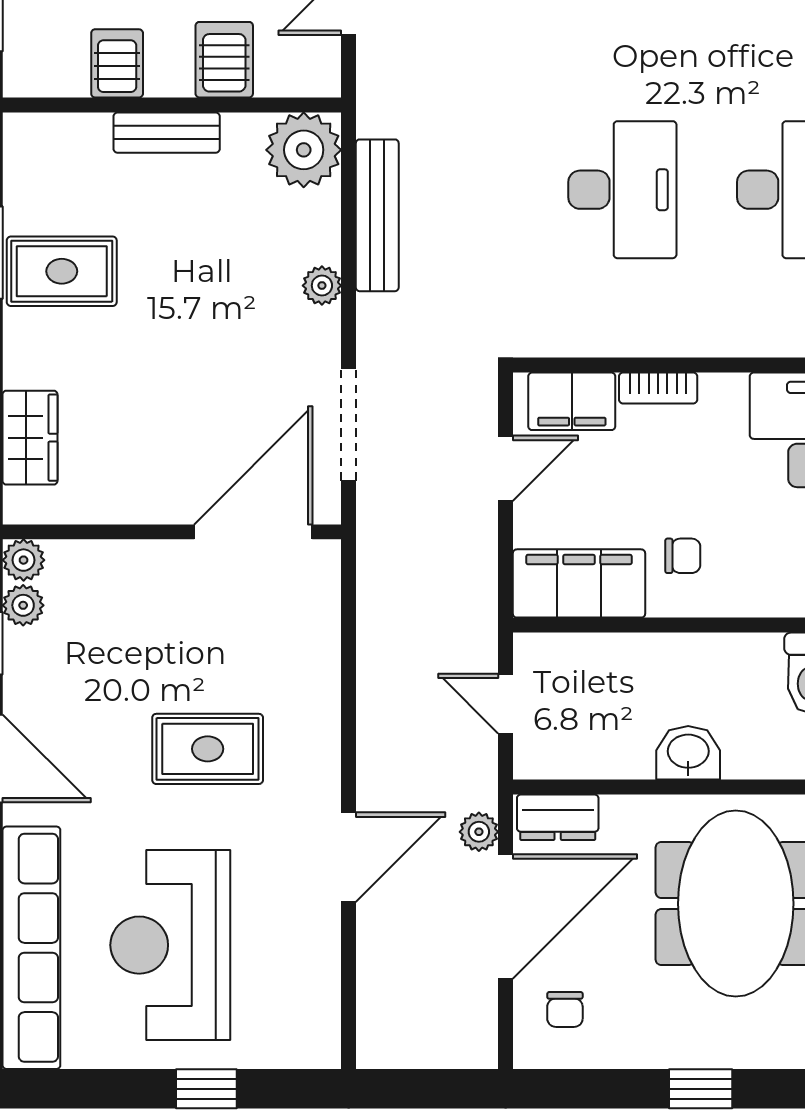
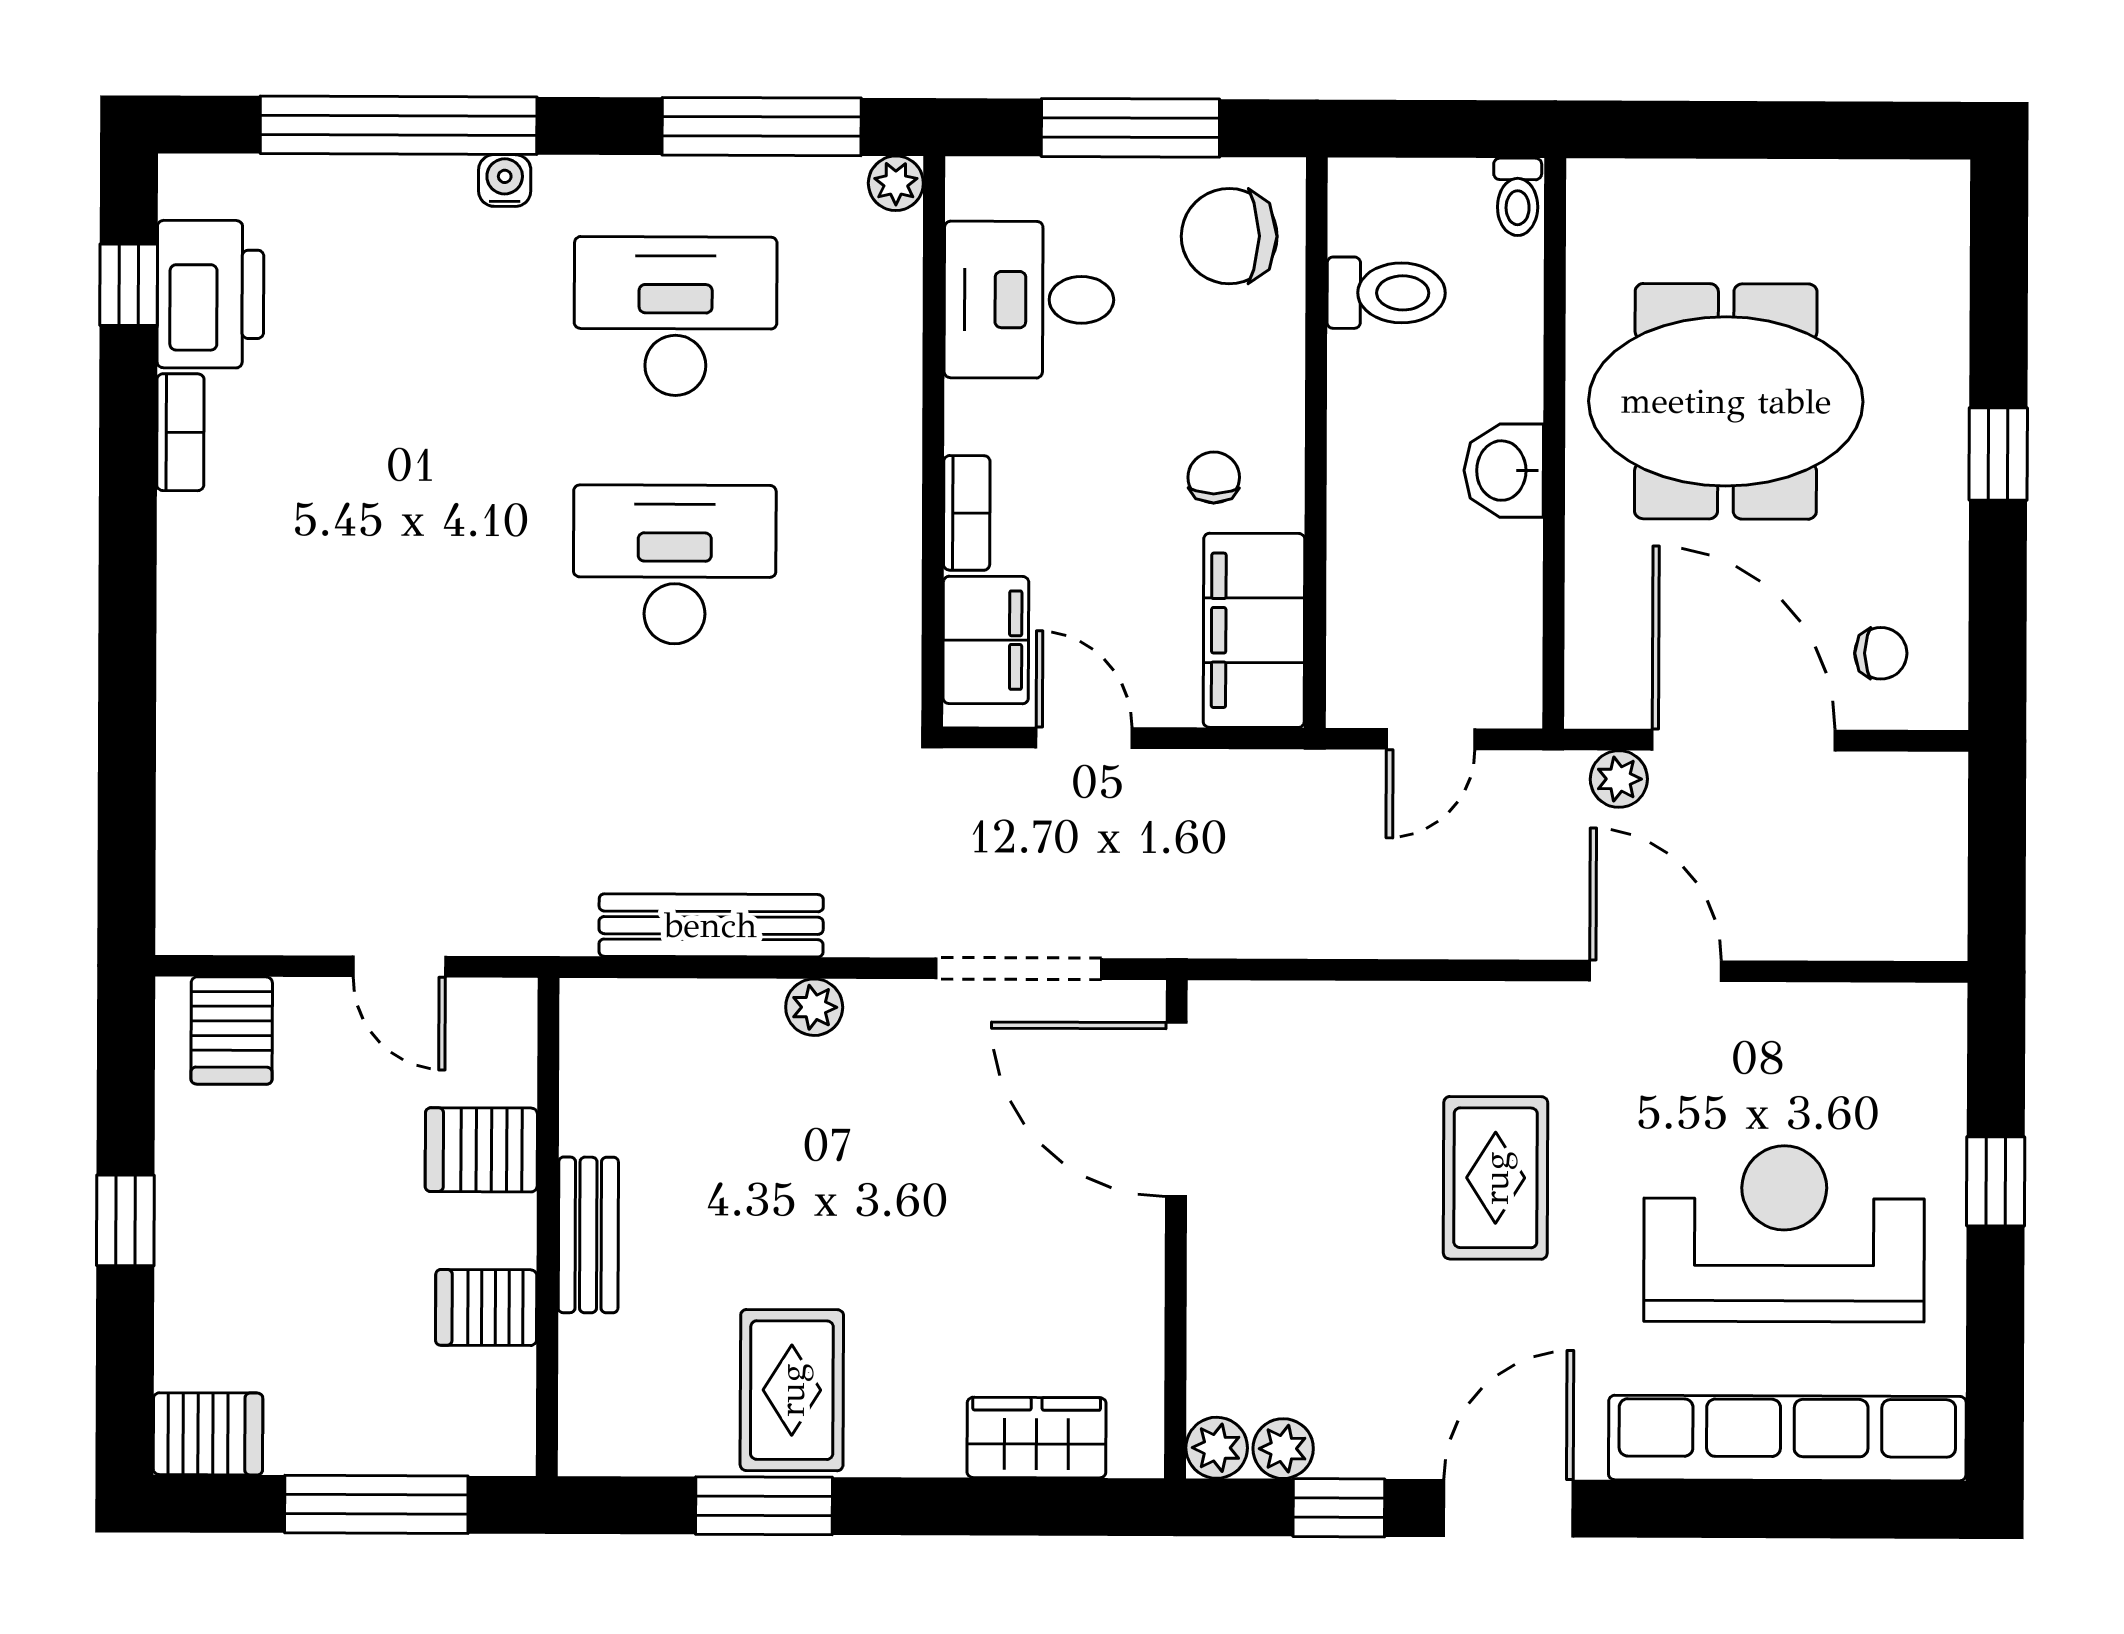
plant: (304, 150) -> (614, 1033), removed
dresser: (558, 817) -> (1598, 663), removed
reception desk: (170, 945) -> (1784, 1234), turned 180

